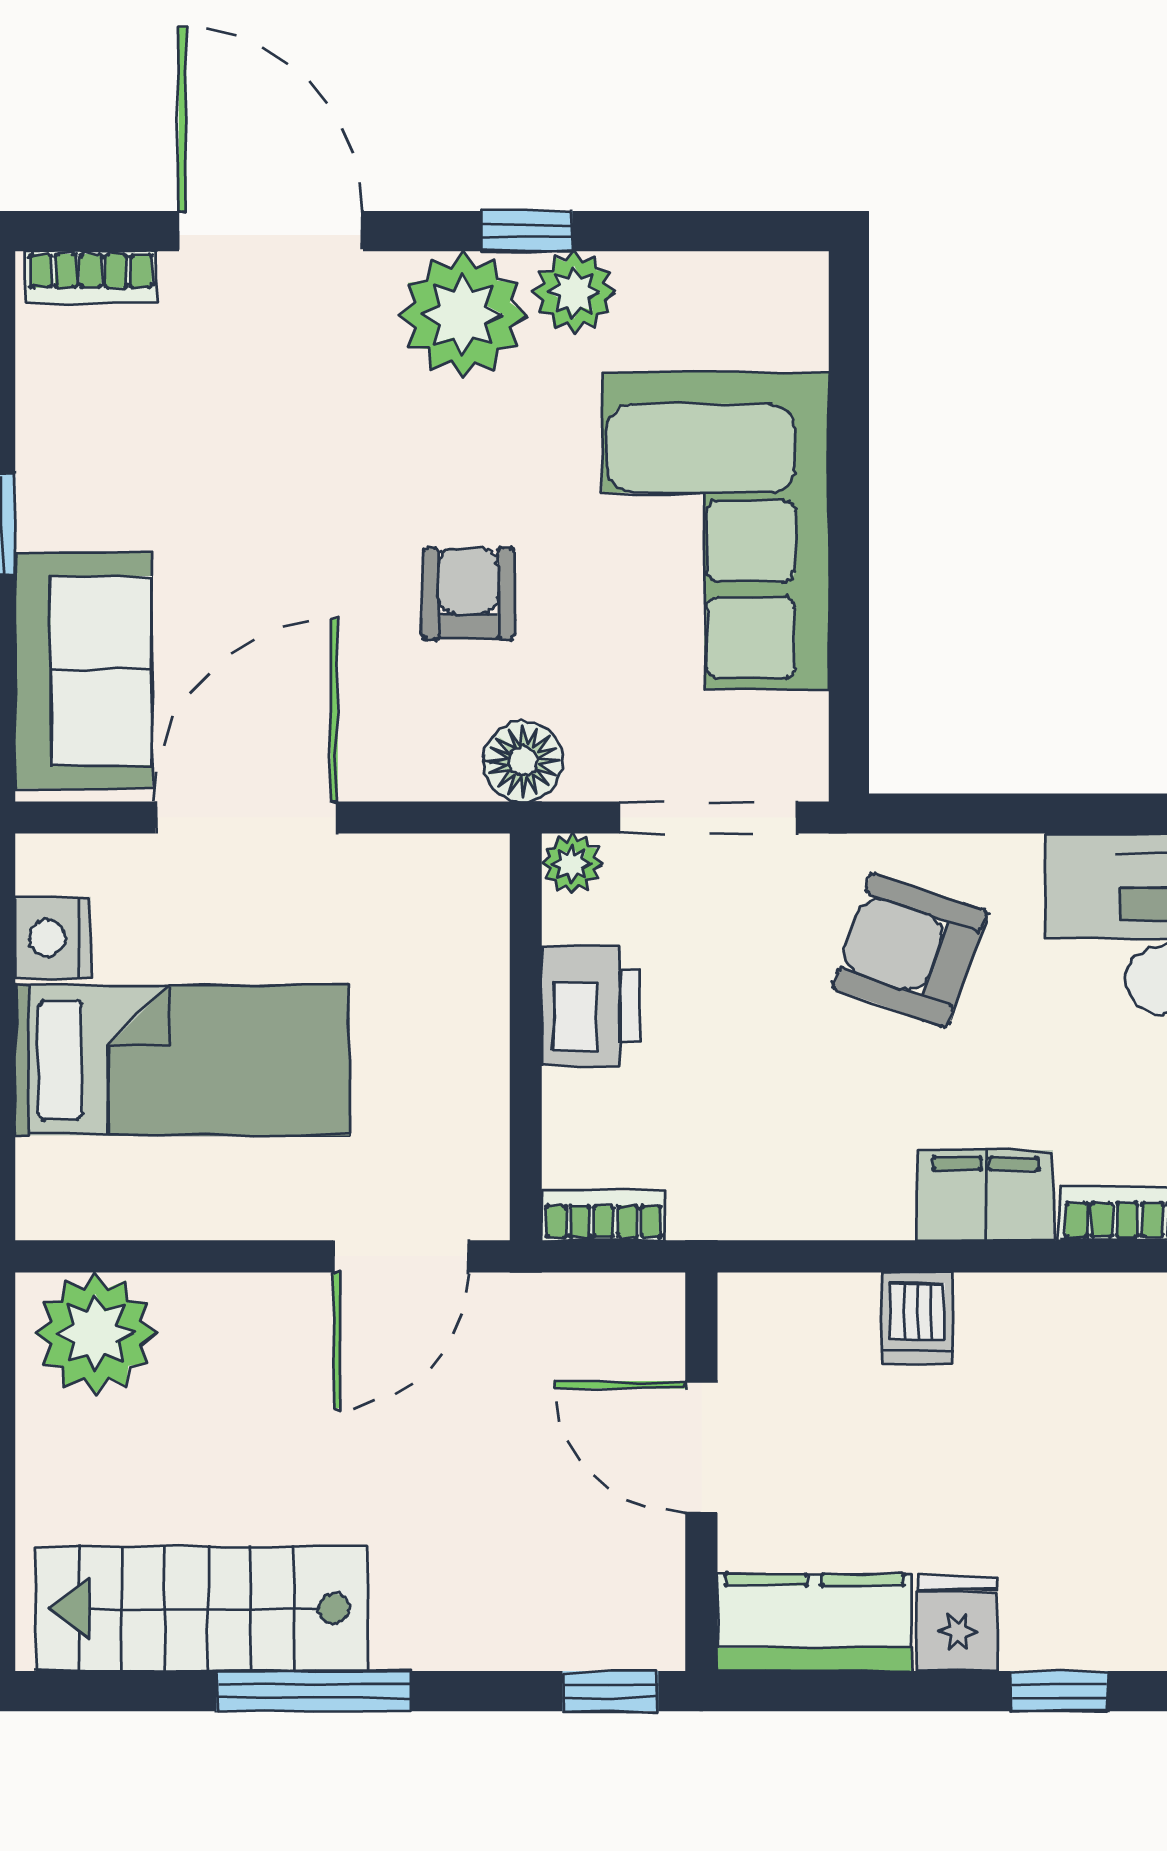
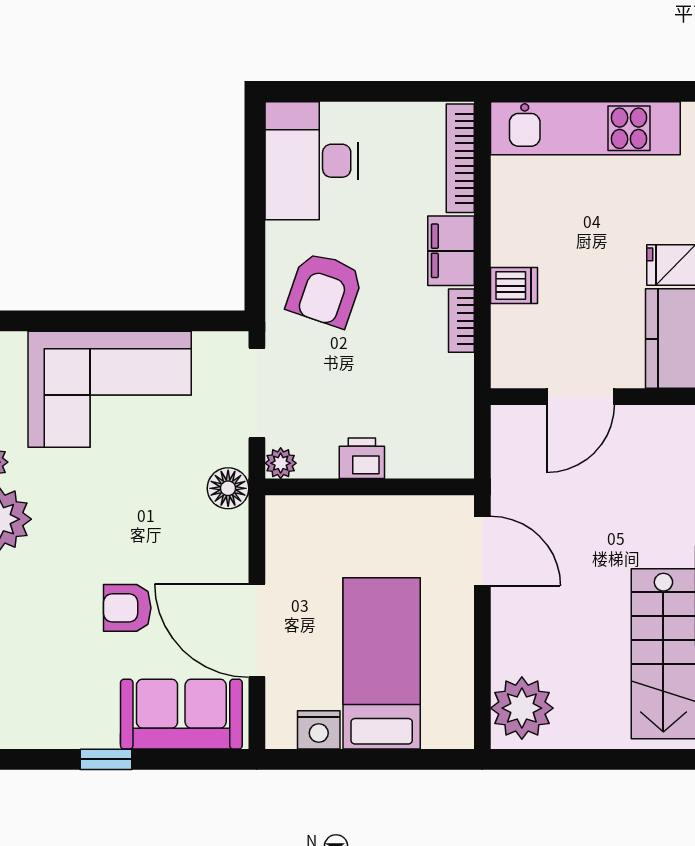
armchair: (468, 594) -> (127, 608), moved
printer: (591, 1006) -> (362, 458), width x0.73, depth x0.81
bookcase: (604, 1216) -> (461, 321), moved

